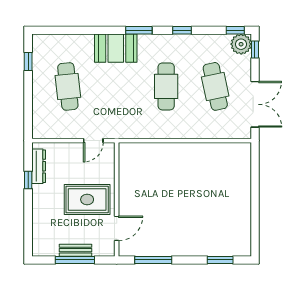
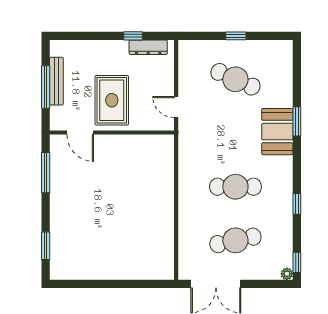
window: (139, 30) -> (297, 121), moved
plant: (241, 44) -> (287, 274), width x0.53, depth x0.53
window: (255, 50) -> (276, 284), removed
window: (28, 62) -> (236, 36), moved
cafe table: (68, 86) -> (235, 79), turned 30
bench: (75, 250) -> (56, 81), width x1.36

